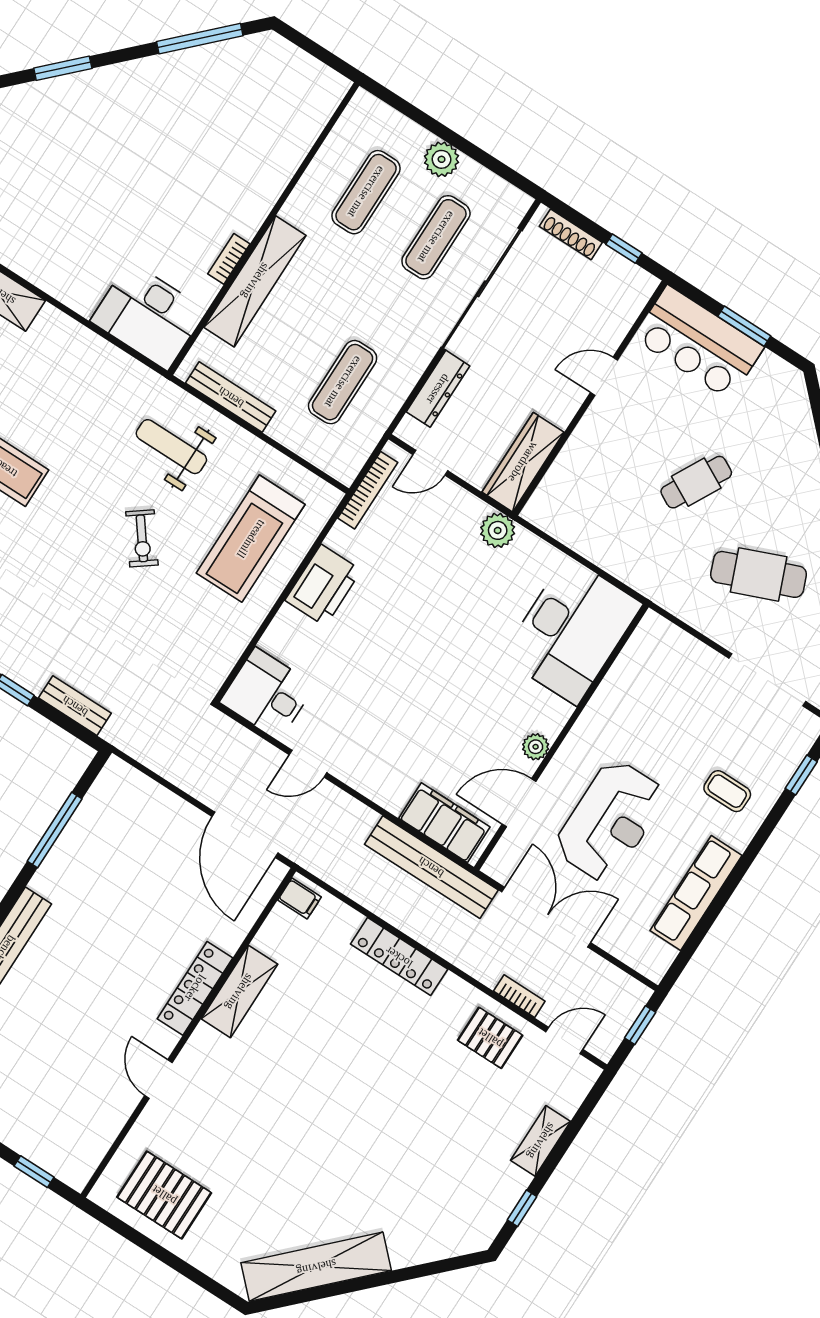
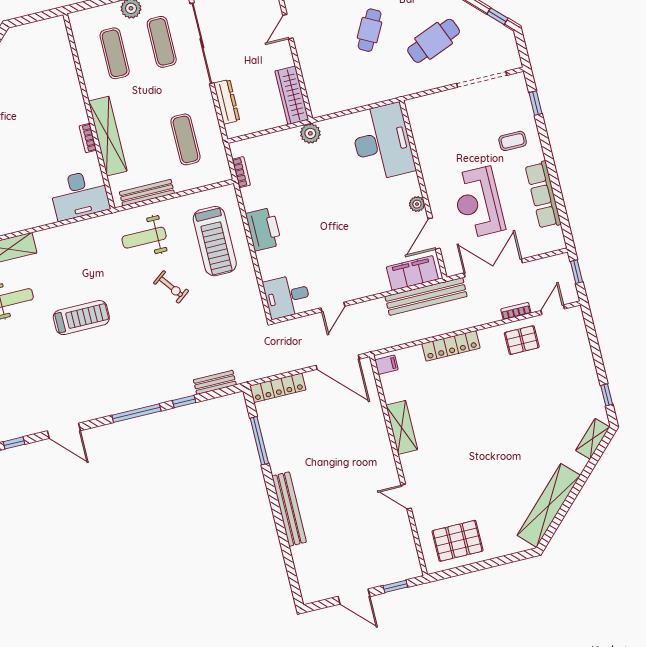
door: (430, 463) -> (255, 135), removed
bookcase: (368, 490) -> (241, 172), width x0.64
reception desk: (610, 821) -> (478, 202), turned 180
locker: (195, 988) -> (278, 388), moved, turned -90
shelving: (541, 1141) -> (593, 439), moved, turned 45

